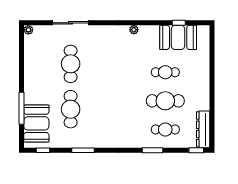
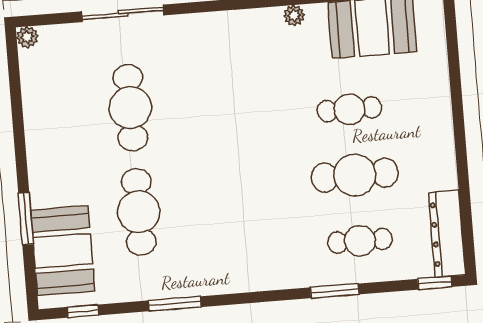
plant: (134, 30) -> (294, 15), moved
window: (21, 108) -> (26, 219), width x0.69

